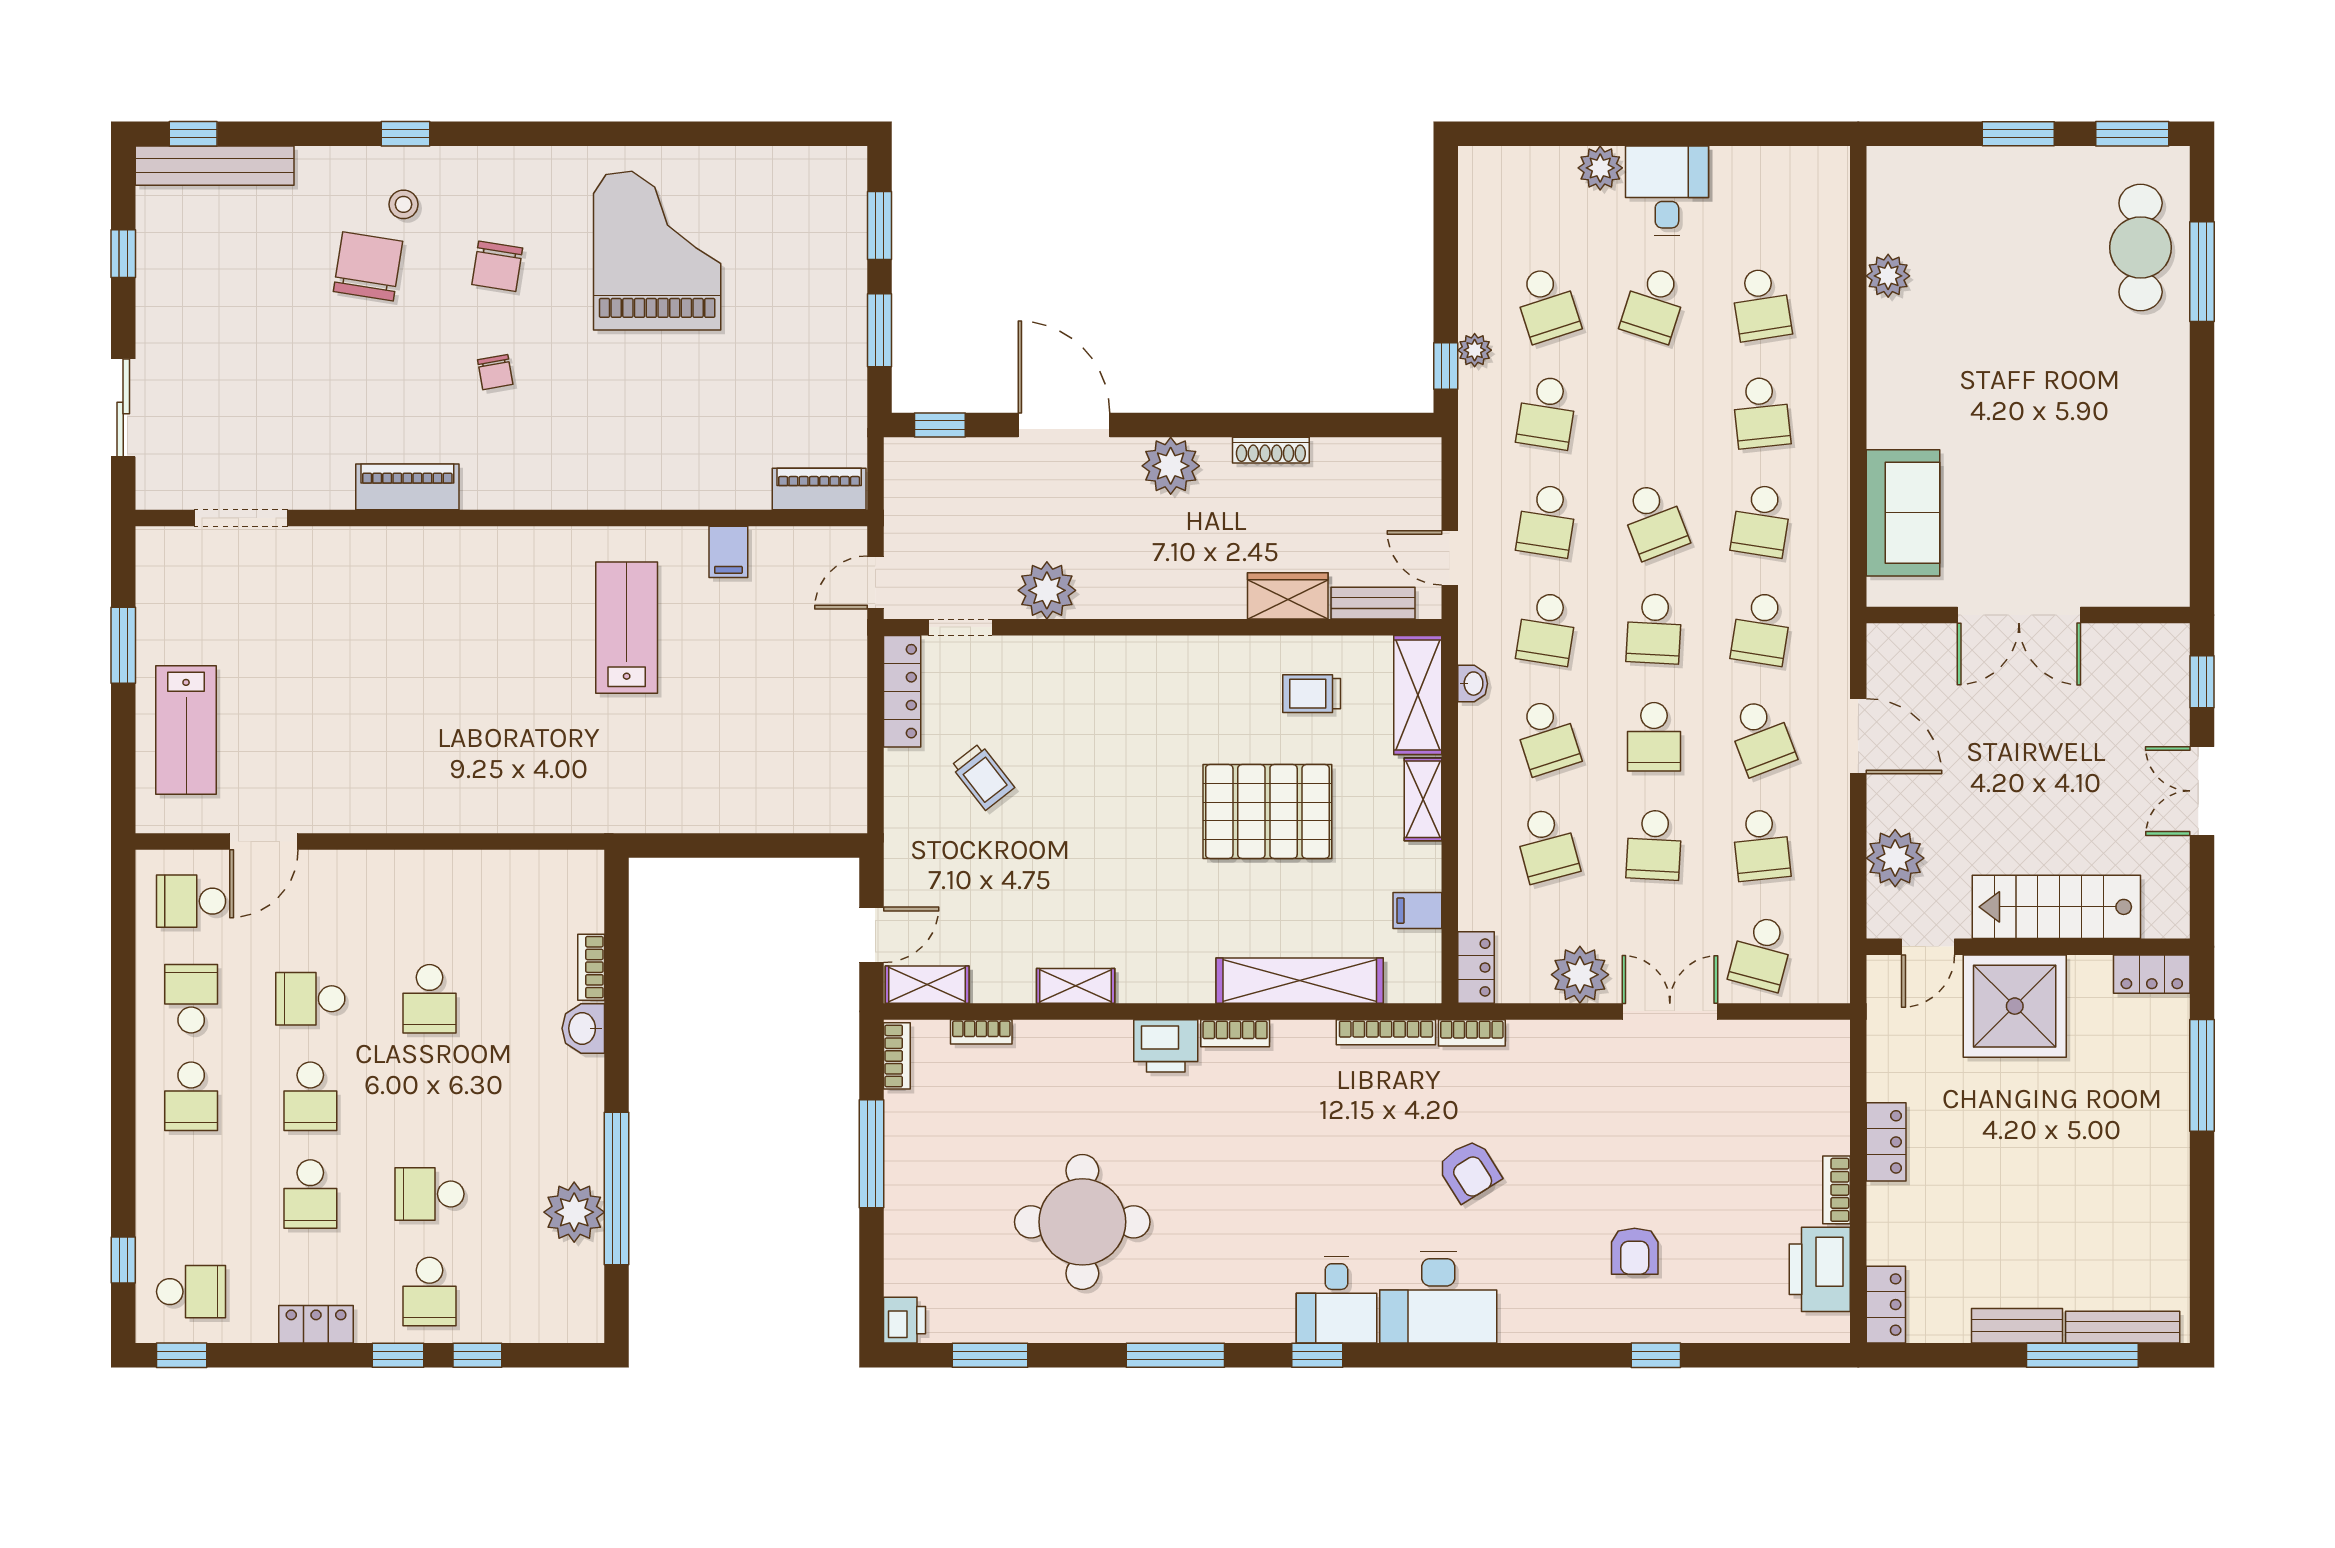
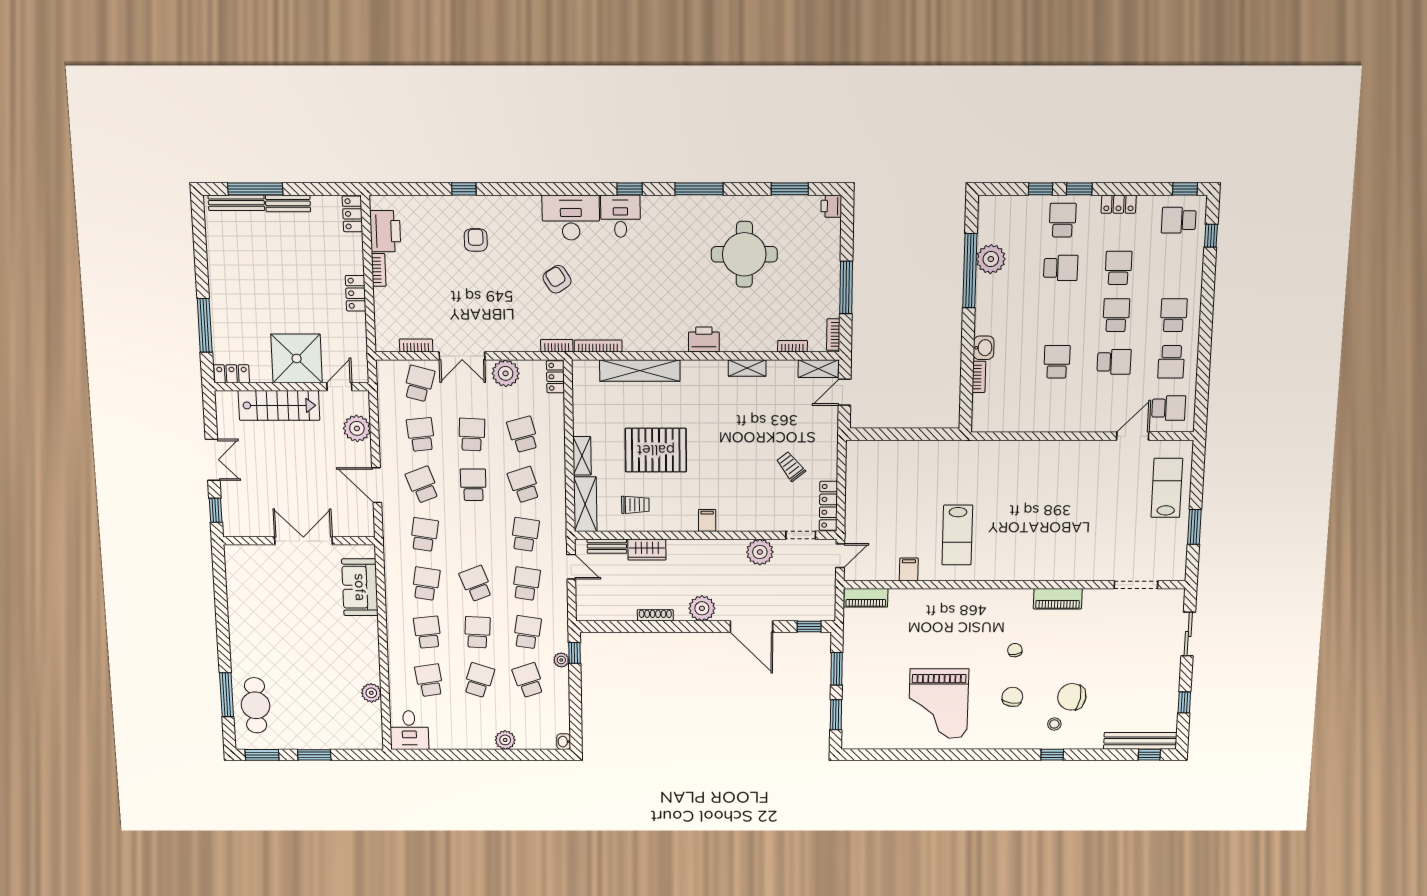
desk: (1667, 191) -> (409, 730), moved
chair: (368, 266) -> (1072, 697), turned 89
school desk: (1654, 629) -> (477, 632), moved
washbasin: (1473, 684) -> (564, 742), moved
filing cabinet: (1417, 911) -> (707, 520), moved, turned -90
bookcase: (1235, 1033) -> (416, 345), moved

